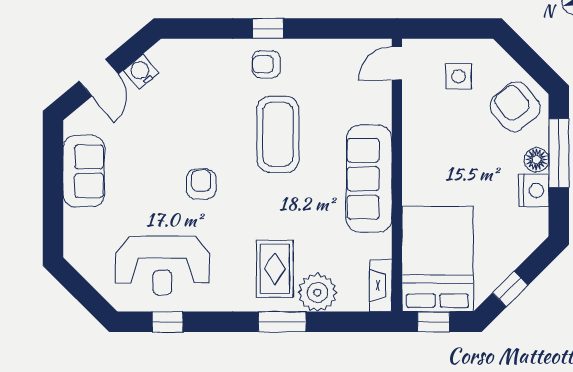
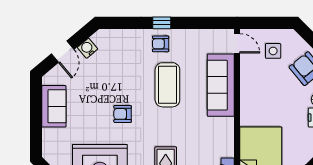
door: (397, 63) -> (237, 43), swing flipped
sofa: (369, 179) -> (221, 85), moved
armchair: (201, 184) -> (123, 114), turned -90

